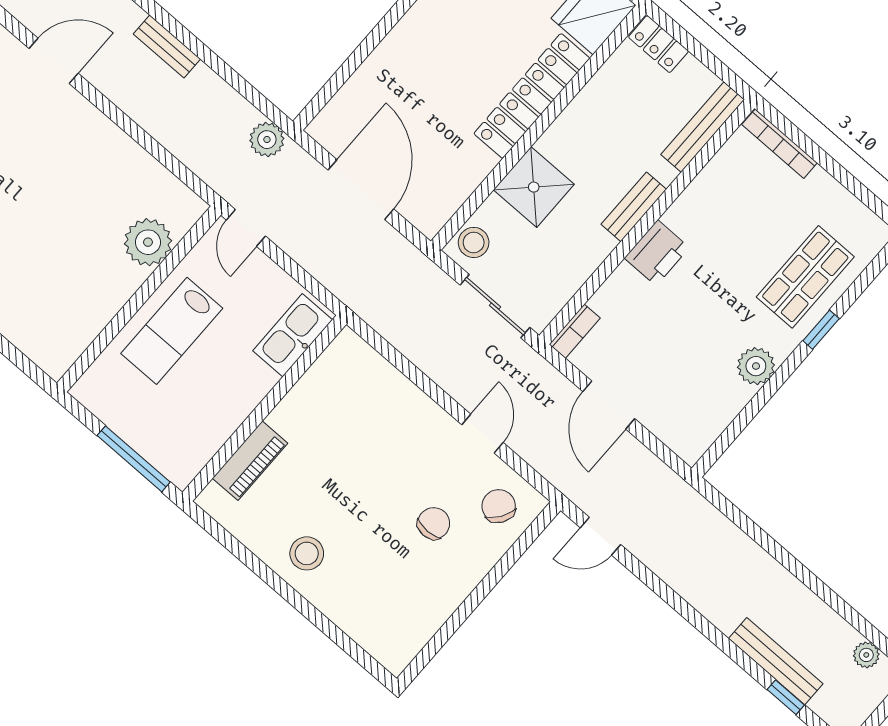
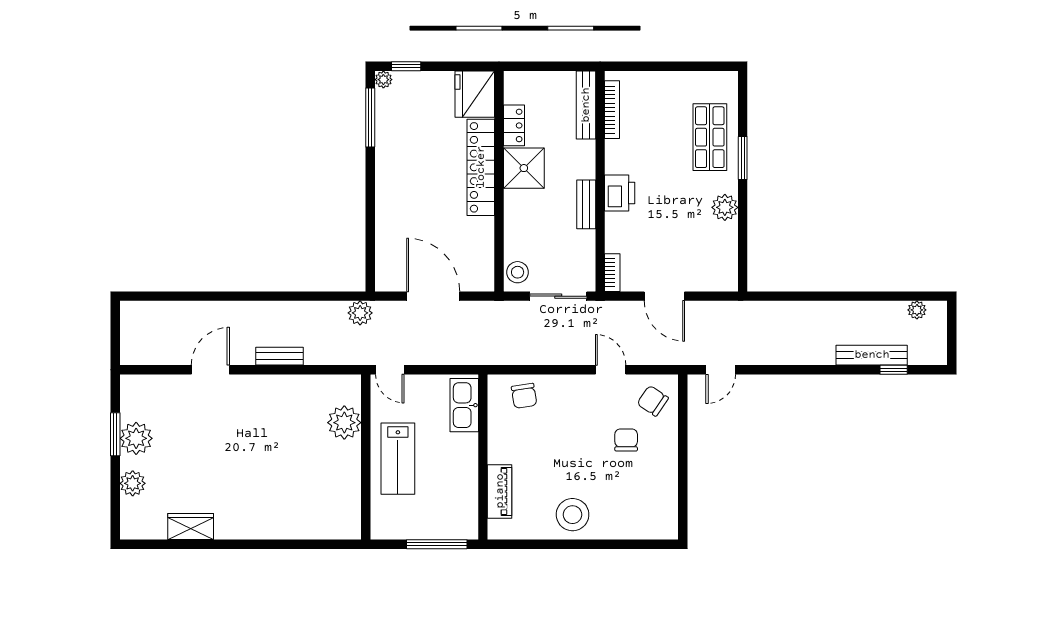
locker: (658, 44) -> (514, 125), moved, turned -90
bench: (167, 47) -> (280, 356), moved
bookcase: (779, 144) -> (612, 110), moved, turned -90
shower: (534, 187) -> (524, 168), moved
bench: (634, 207) -> (586, 204), moved
window: (821, 330) -> (743, 158), width x1.50
chair: (366, 381) -> (524, 396), added
stool: (307, 553) -> (573, 515), width x1.38, depth x1.38

